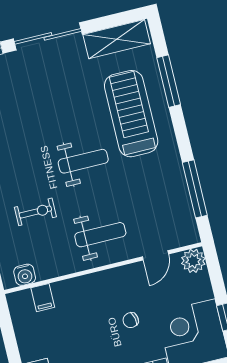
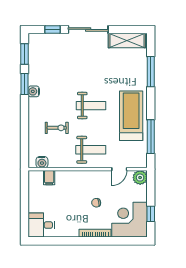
treadmill: (131, 114) -> (131, 116), moved

